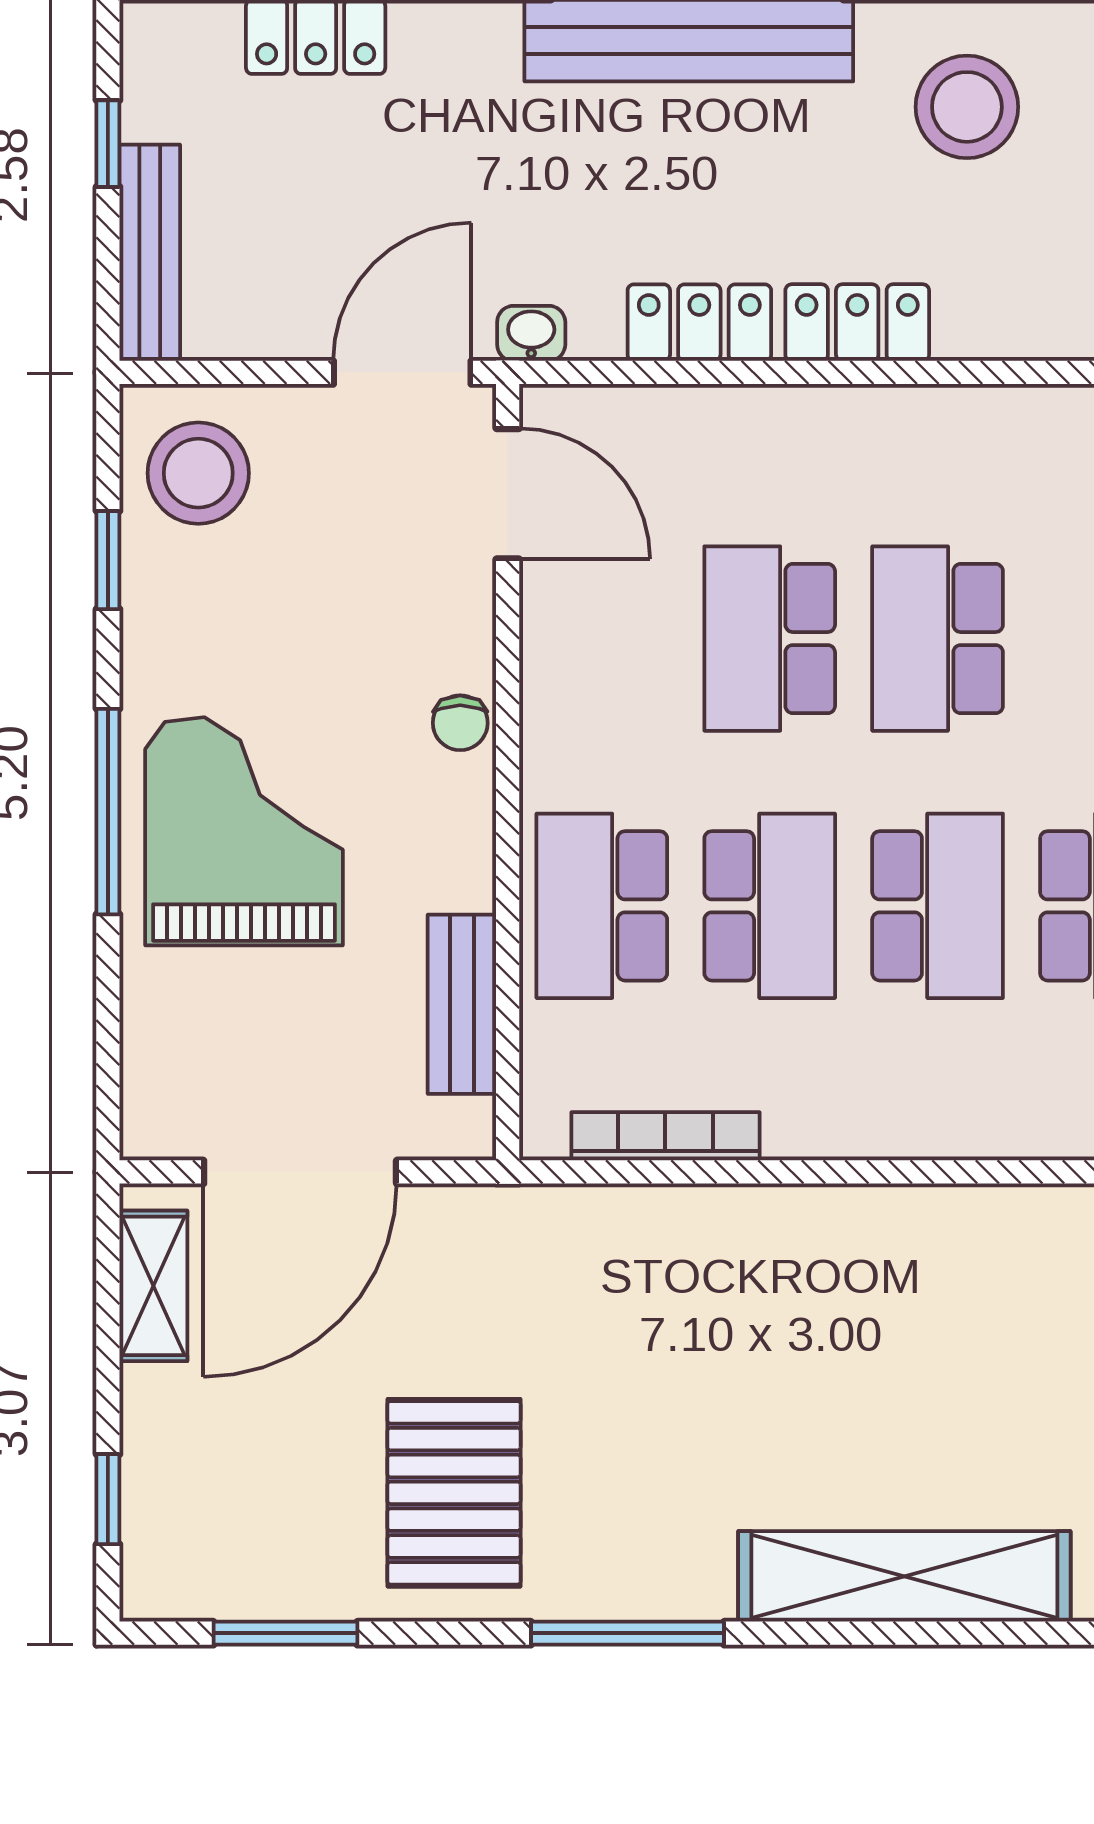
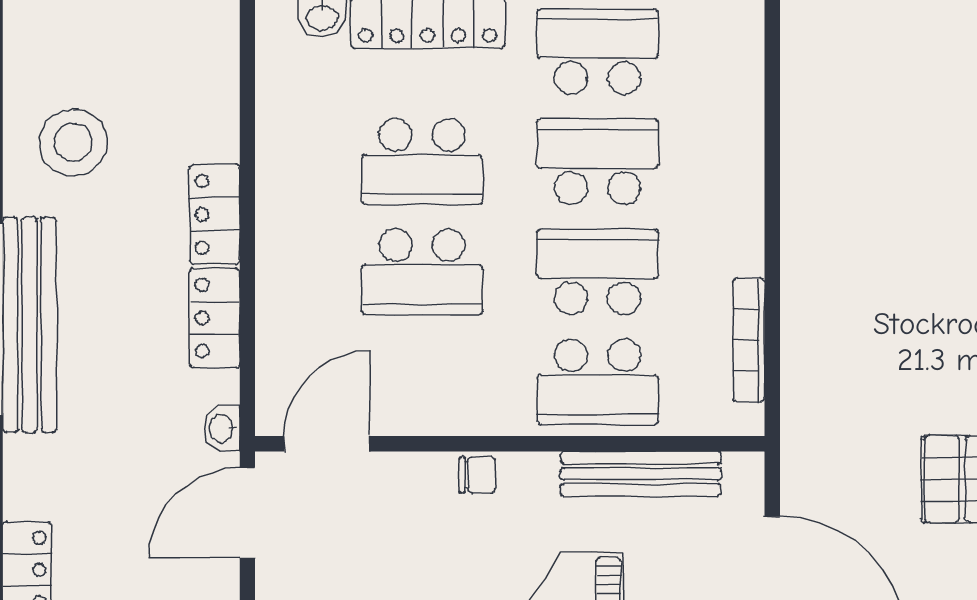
door: (402, 372) -> (247, 513), hinge flipped
bench: (462, 1004) -> (641, 474), width x1.36

